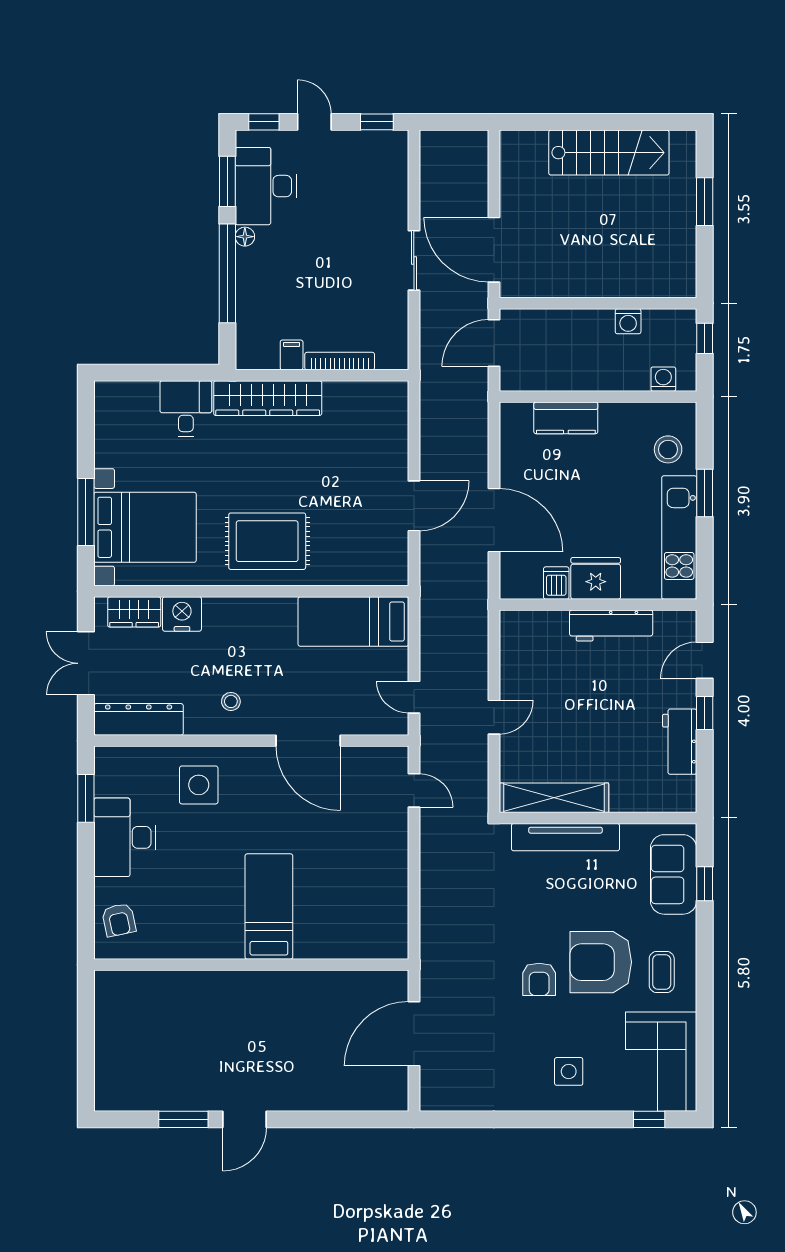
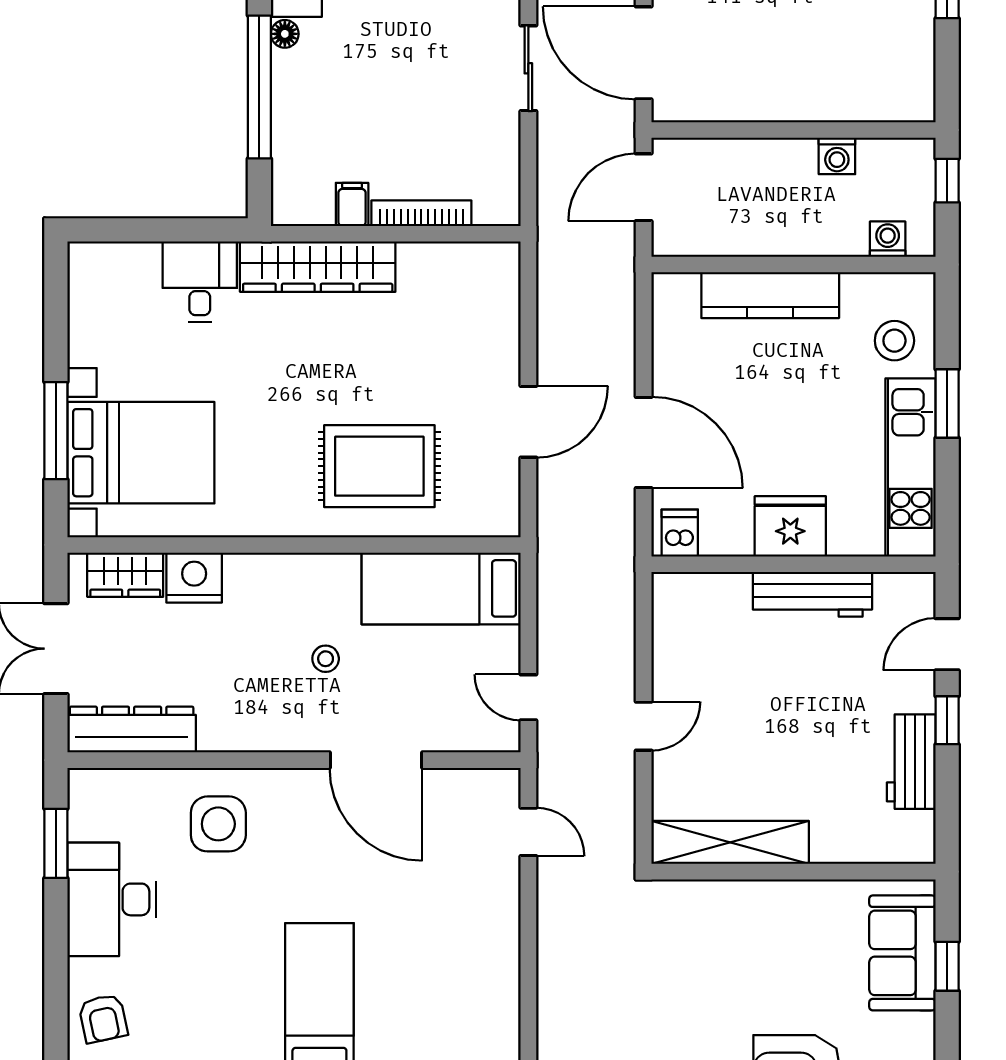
kitchen counter: (566, 418) -> (770, 295), width x1.50
rug: (267, 541) -> (379, 466), moved
dishwasher: (556, 583) -> (680, 533), moved
stool: (231, 701) -> (326, 659), moved
tv unit: (565, 837) -> (747, 899), removed

